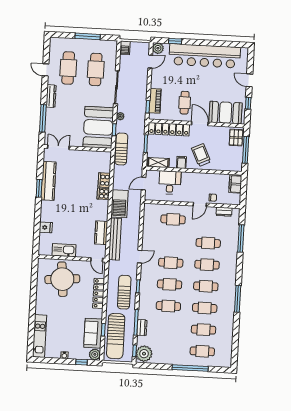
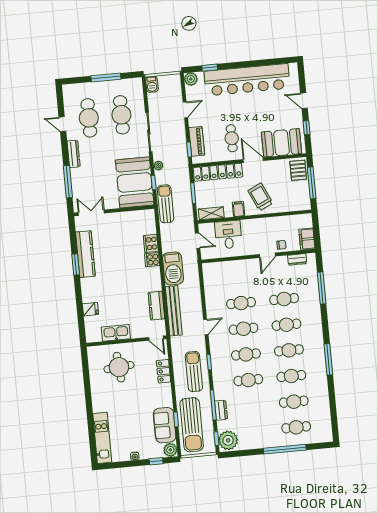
door: (150, 62) -> (185, 110), moved
door: (144, 184) -> (198, 241), swing flipped
filing cabinet: (235, 184) -> (307, 239), moved
cafe table: (173, 219) -> (241, 303), moved
round table: (62, 279) -> (119, 367), width x0.73, depth x0.73
locker: (99, 293) -> (164, 371), width x0.66

